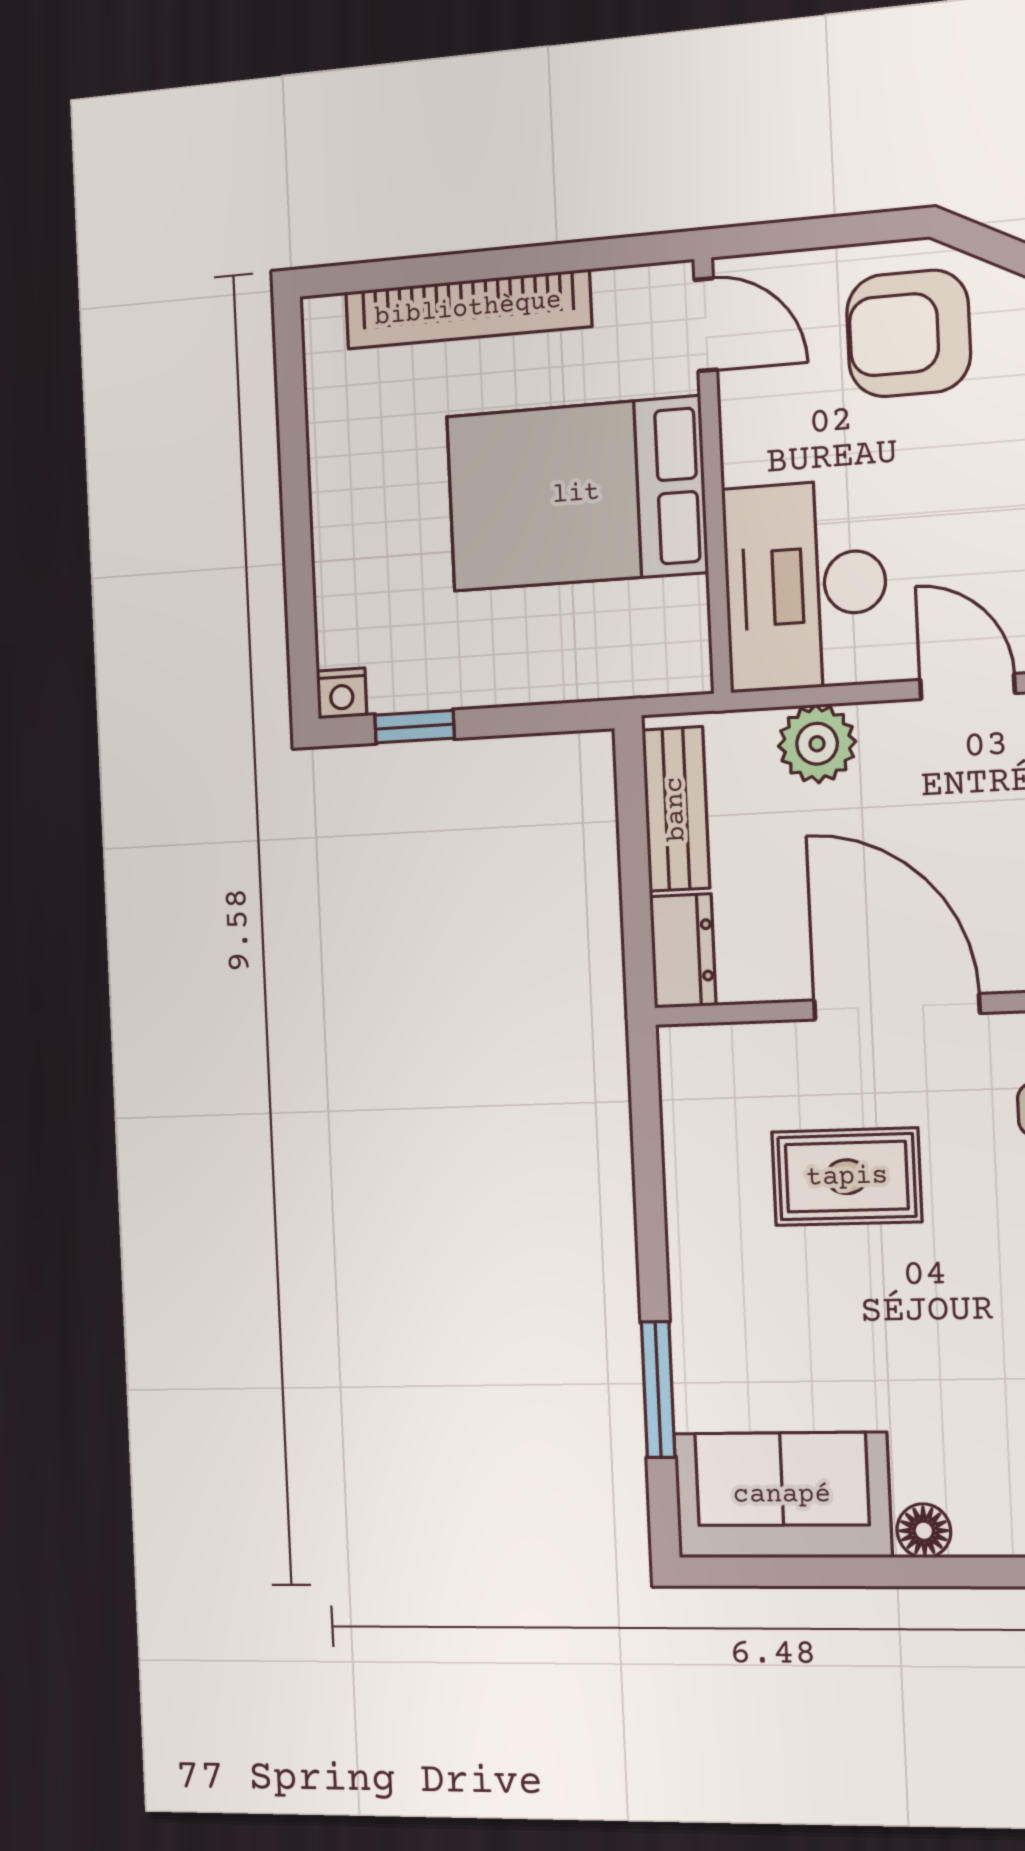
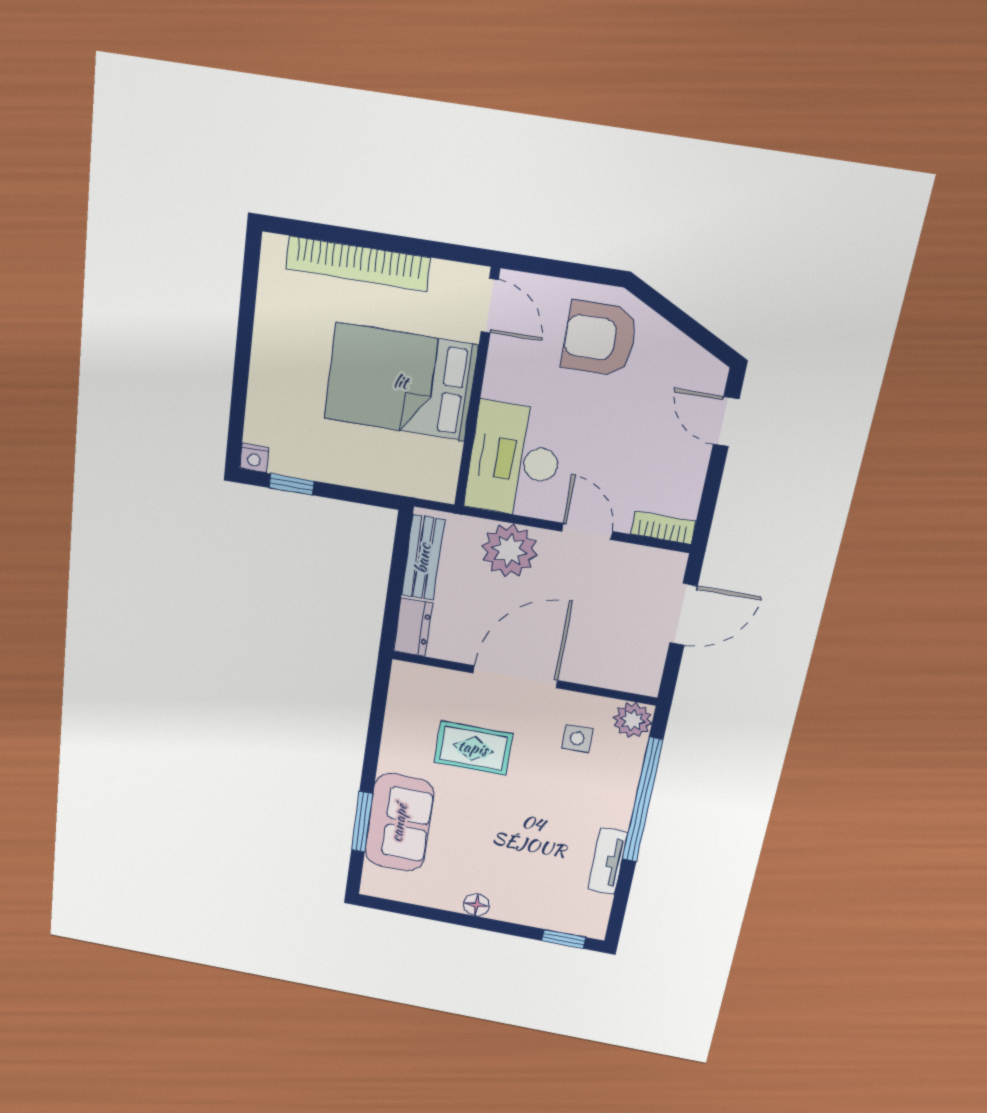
plant: (817, 744) -> (509, 550), width x1.36, depth x1.36
door: (897, 1007) -> (515, 677), hinge flipped
sofa: (782, 1495) -> (399, 823), moved, turned 90

